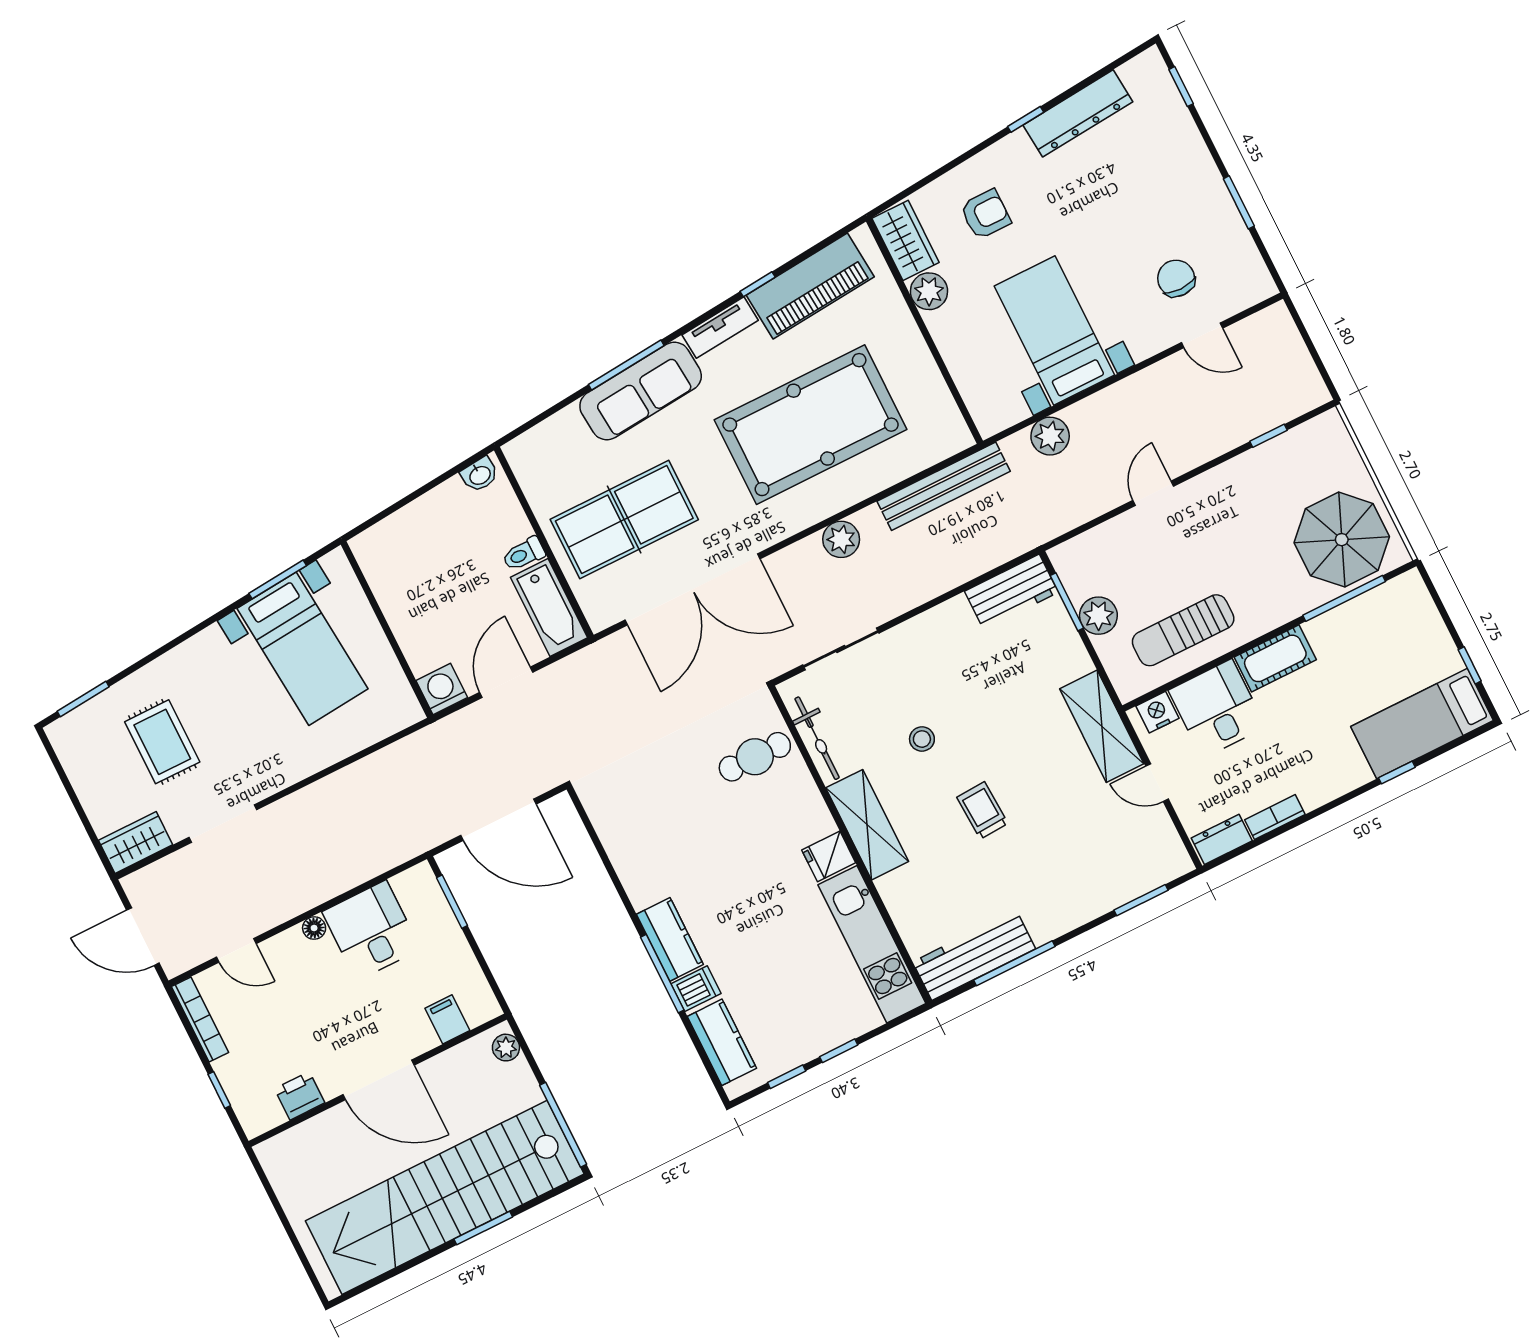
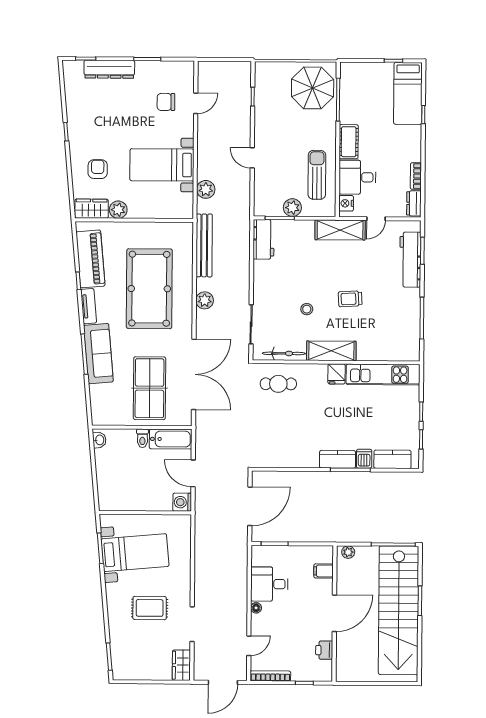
dresser: (1078, 113) -> (109, 69), moved, turned 95
sun lounger: (1183, 630) -> (317, 175), turned 180
rug: (162, 742) -> (150, 608), moved
cafe table: (755, 757) -> (278, 384), turned 90
workbench: (974, 955) -> (410, 260), moved

